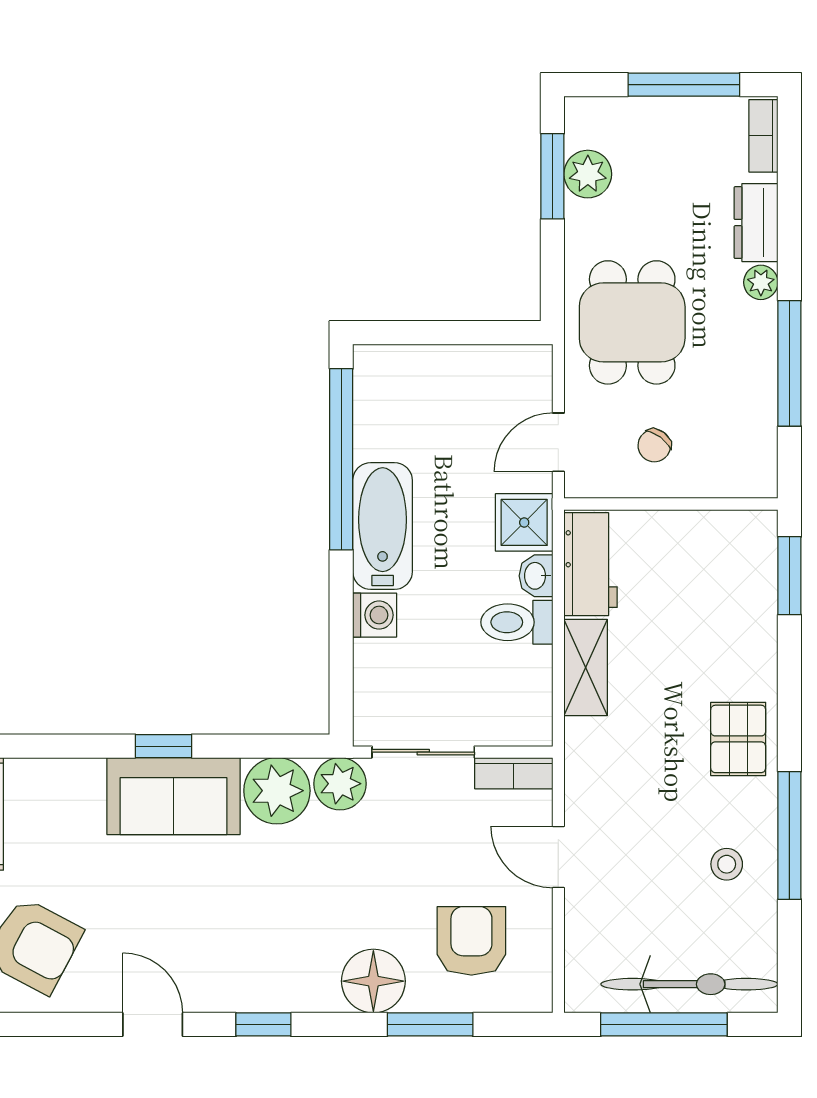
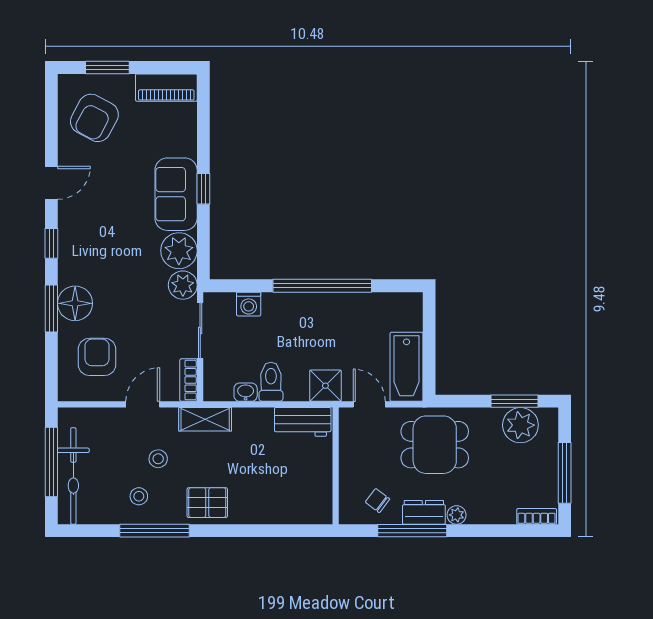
plant: (588, 174) -> (520, 425), width x1.36, depth x1.36
dresser: (756, 223) -> (424, 512), moved
chair: (654, 446) -> (378, 501), moved
window: (341, 459) -> (322, 286), moved
bathtub: (383, 526) -> (407, 367), moved, turned 90
washbasin: (536, 576) -> (246, 392), moved
window: (789, 576) -> (296, 531), removed
washing machine: (375, 615) -> (249, 304), moved
shelving: (586, 668) -> (205, 419), moved
stool: (658, 829) -> (158, 459), added
armchair: (471, 941) -> (97, 357), turned -90
window: (430, 1024) -> (51, 308), moved

